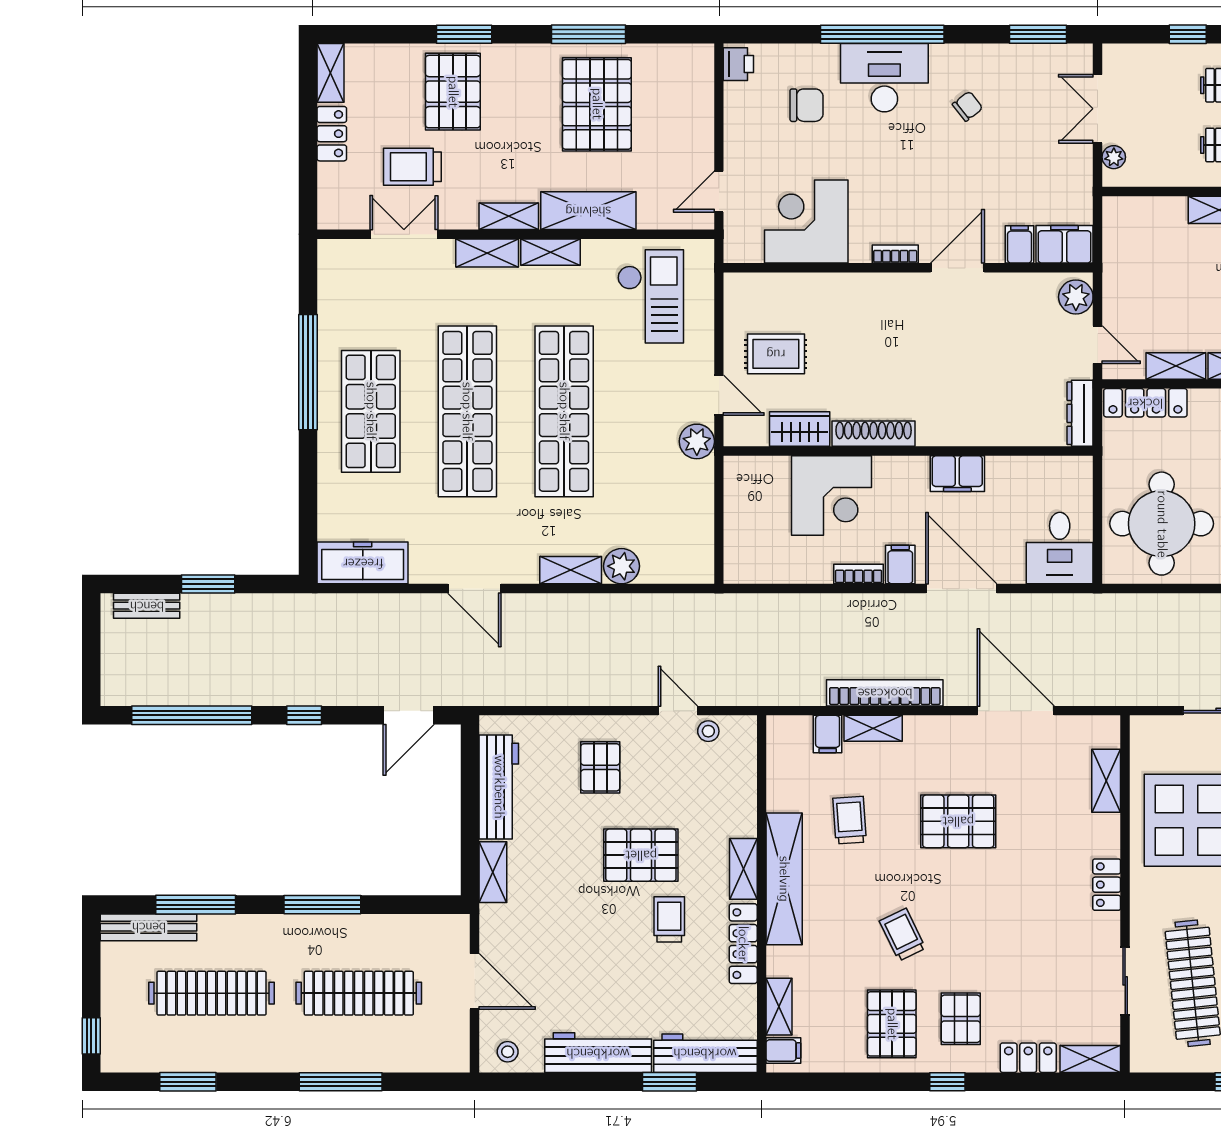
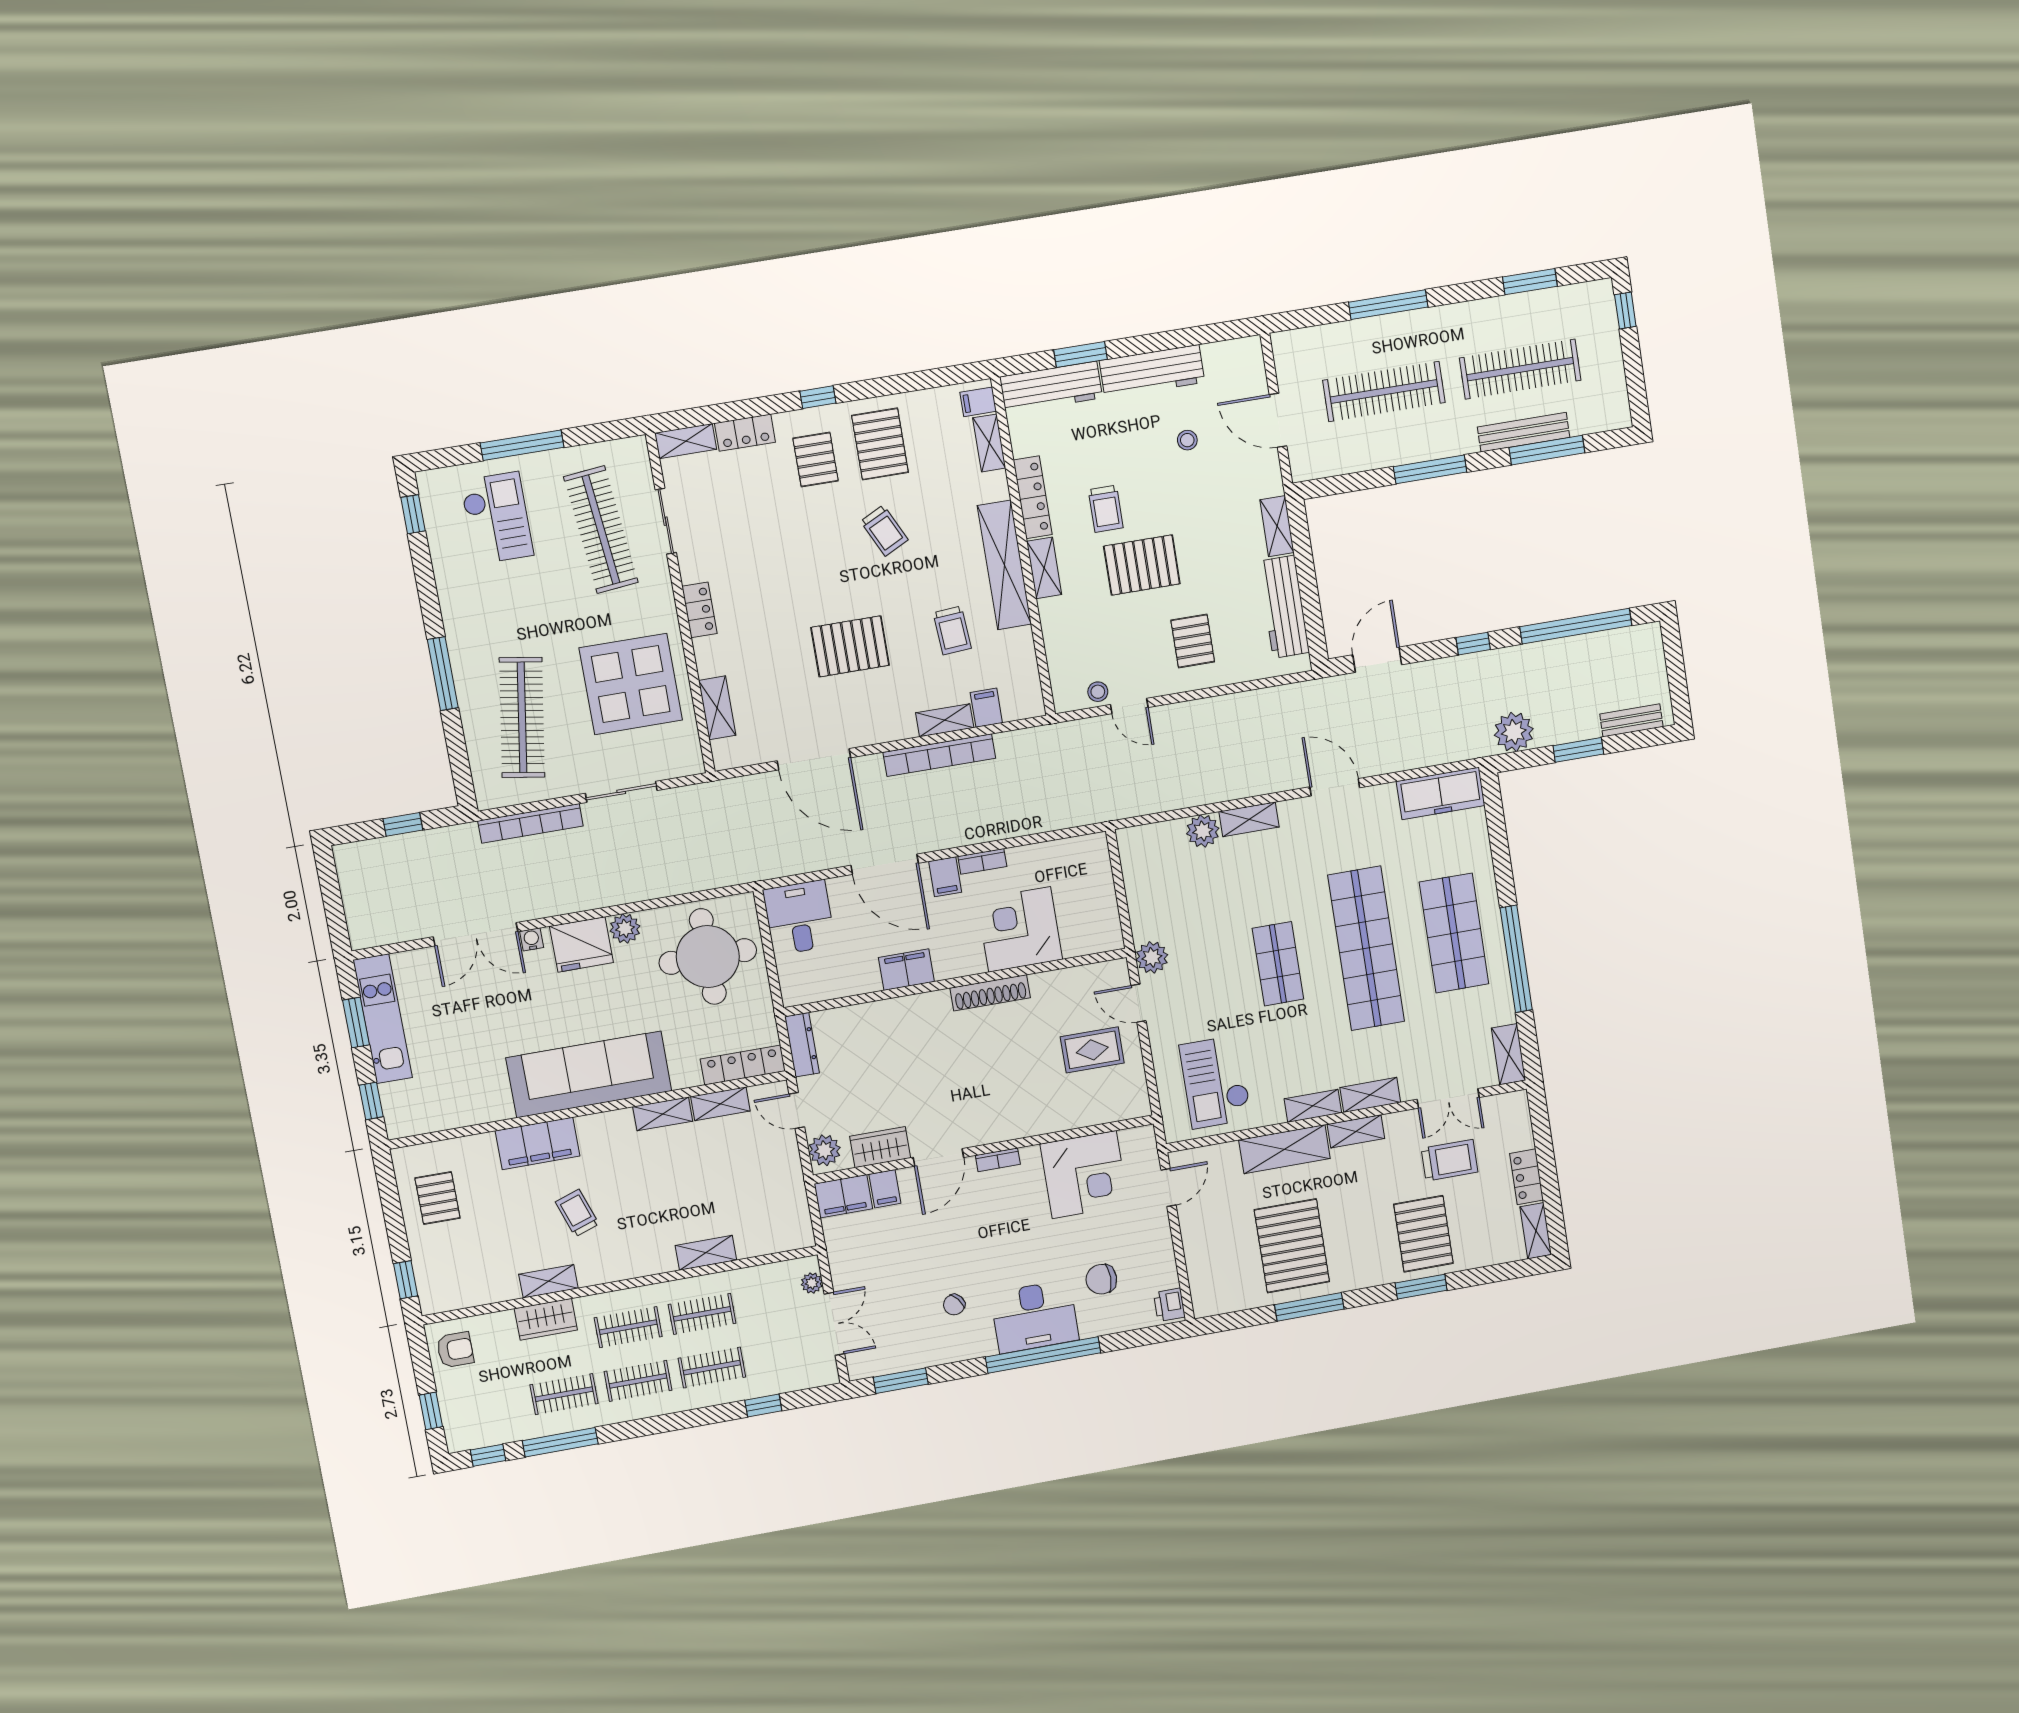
shelving: (331, 270) -> (1509, 1054), added
shop shelf: (564, 411) -> (1278, 964), width x0.50, depth x0.74
wardrobe: (800, 429) -> (880, 1147), moved, turned 180
plant: (275, 615) -> (1514, 732), added
bench: (149, 927) -> (1524, 432), moved
stool: (508, 1052) -> (1187, 440), moved

